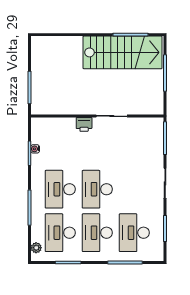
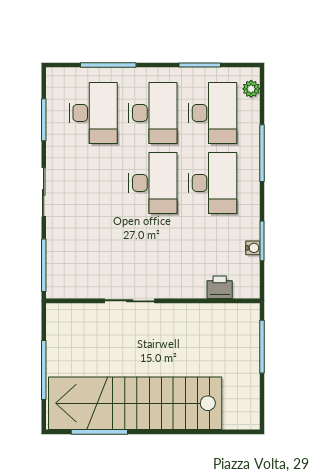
stairs: (123, 52) -> (135, 403), width x1.36
printer: (84, 124) -> (220, 287), moved

